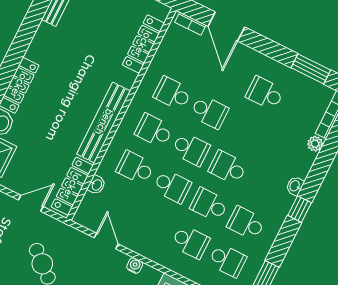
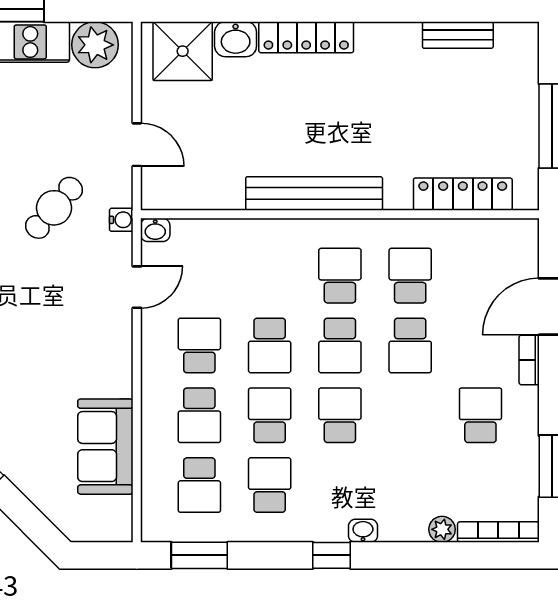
bookcase: (190, 24) -> (529, 360), moved
school desk: (135, 168) -> (199, 345), moved
washbasin: (96, 185) -> (155, 230), moved
locker: (72, 186) -> (194, 194), removed
water cooler: (135, 266) -> (121, 220), moved

